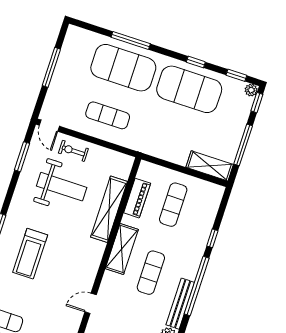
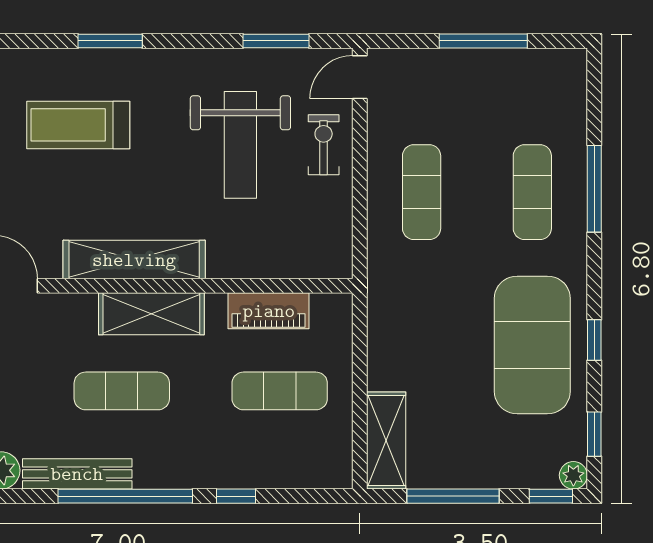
exercise mat: (123, 68) -> (532, 192), width x0.50, depth x0.69
shelving: (109, 209) -> (134, 260), moved

